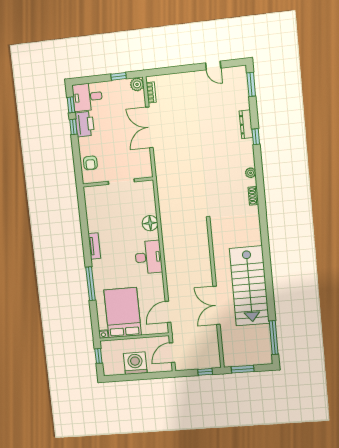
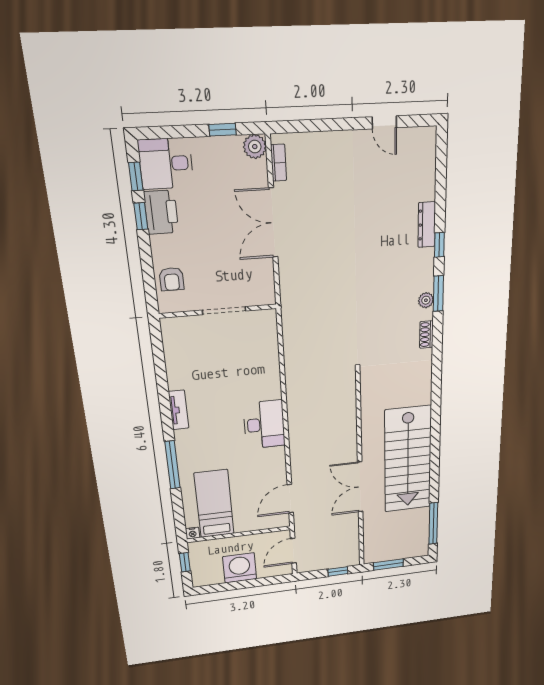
window: (251, 84) -> (438, 294), moved
floor lamp: (150, 223) -> (269, 375), removed
bed: (123, 313) -> (214, 504), width x0.67

